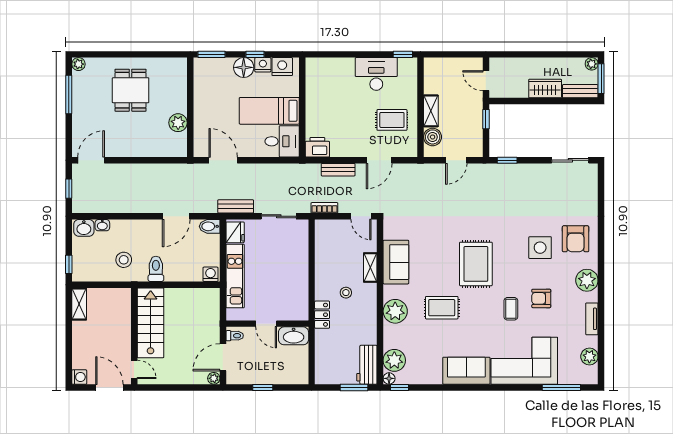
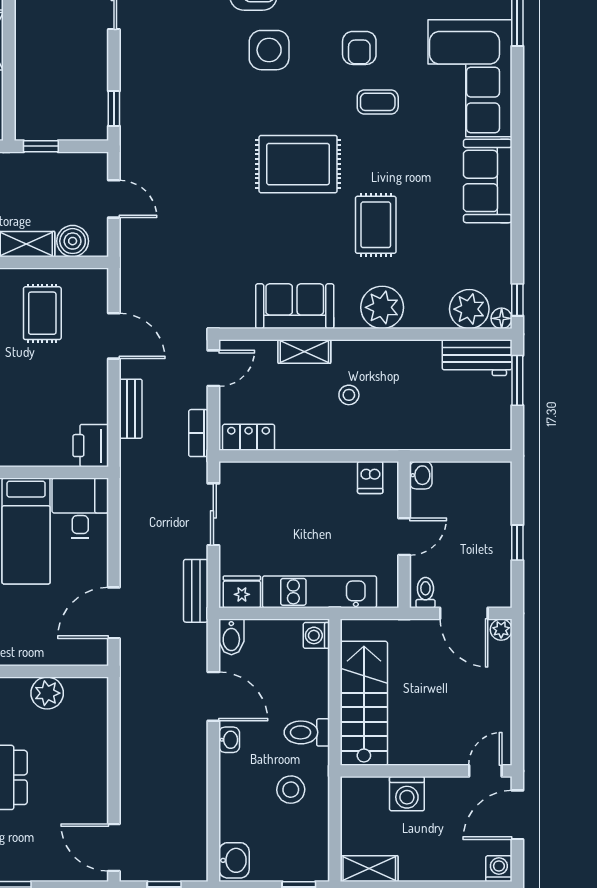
washbasin: (102, 225) -> (229, 740), moved
dishwasher: (299, 305) -> (370, 477), added
locker: (322, 315) -> (249, 437), moved
stairs: (151, 323) -> (364, 703), moved, turned 90
washing machine: (121, 325) -> (407, 794), added
washbasin: (294, 336) -> (421, 475), width x0.52, depth x0.69

